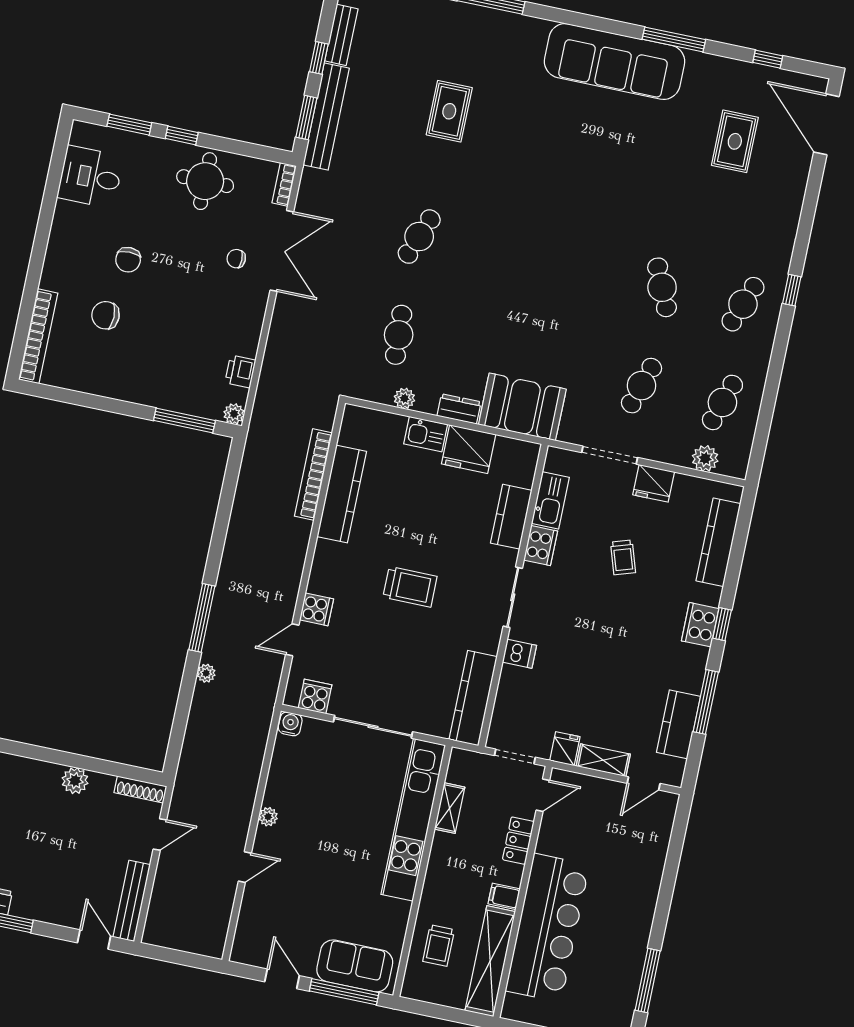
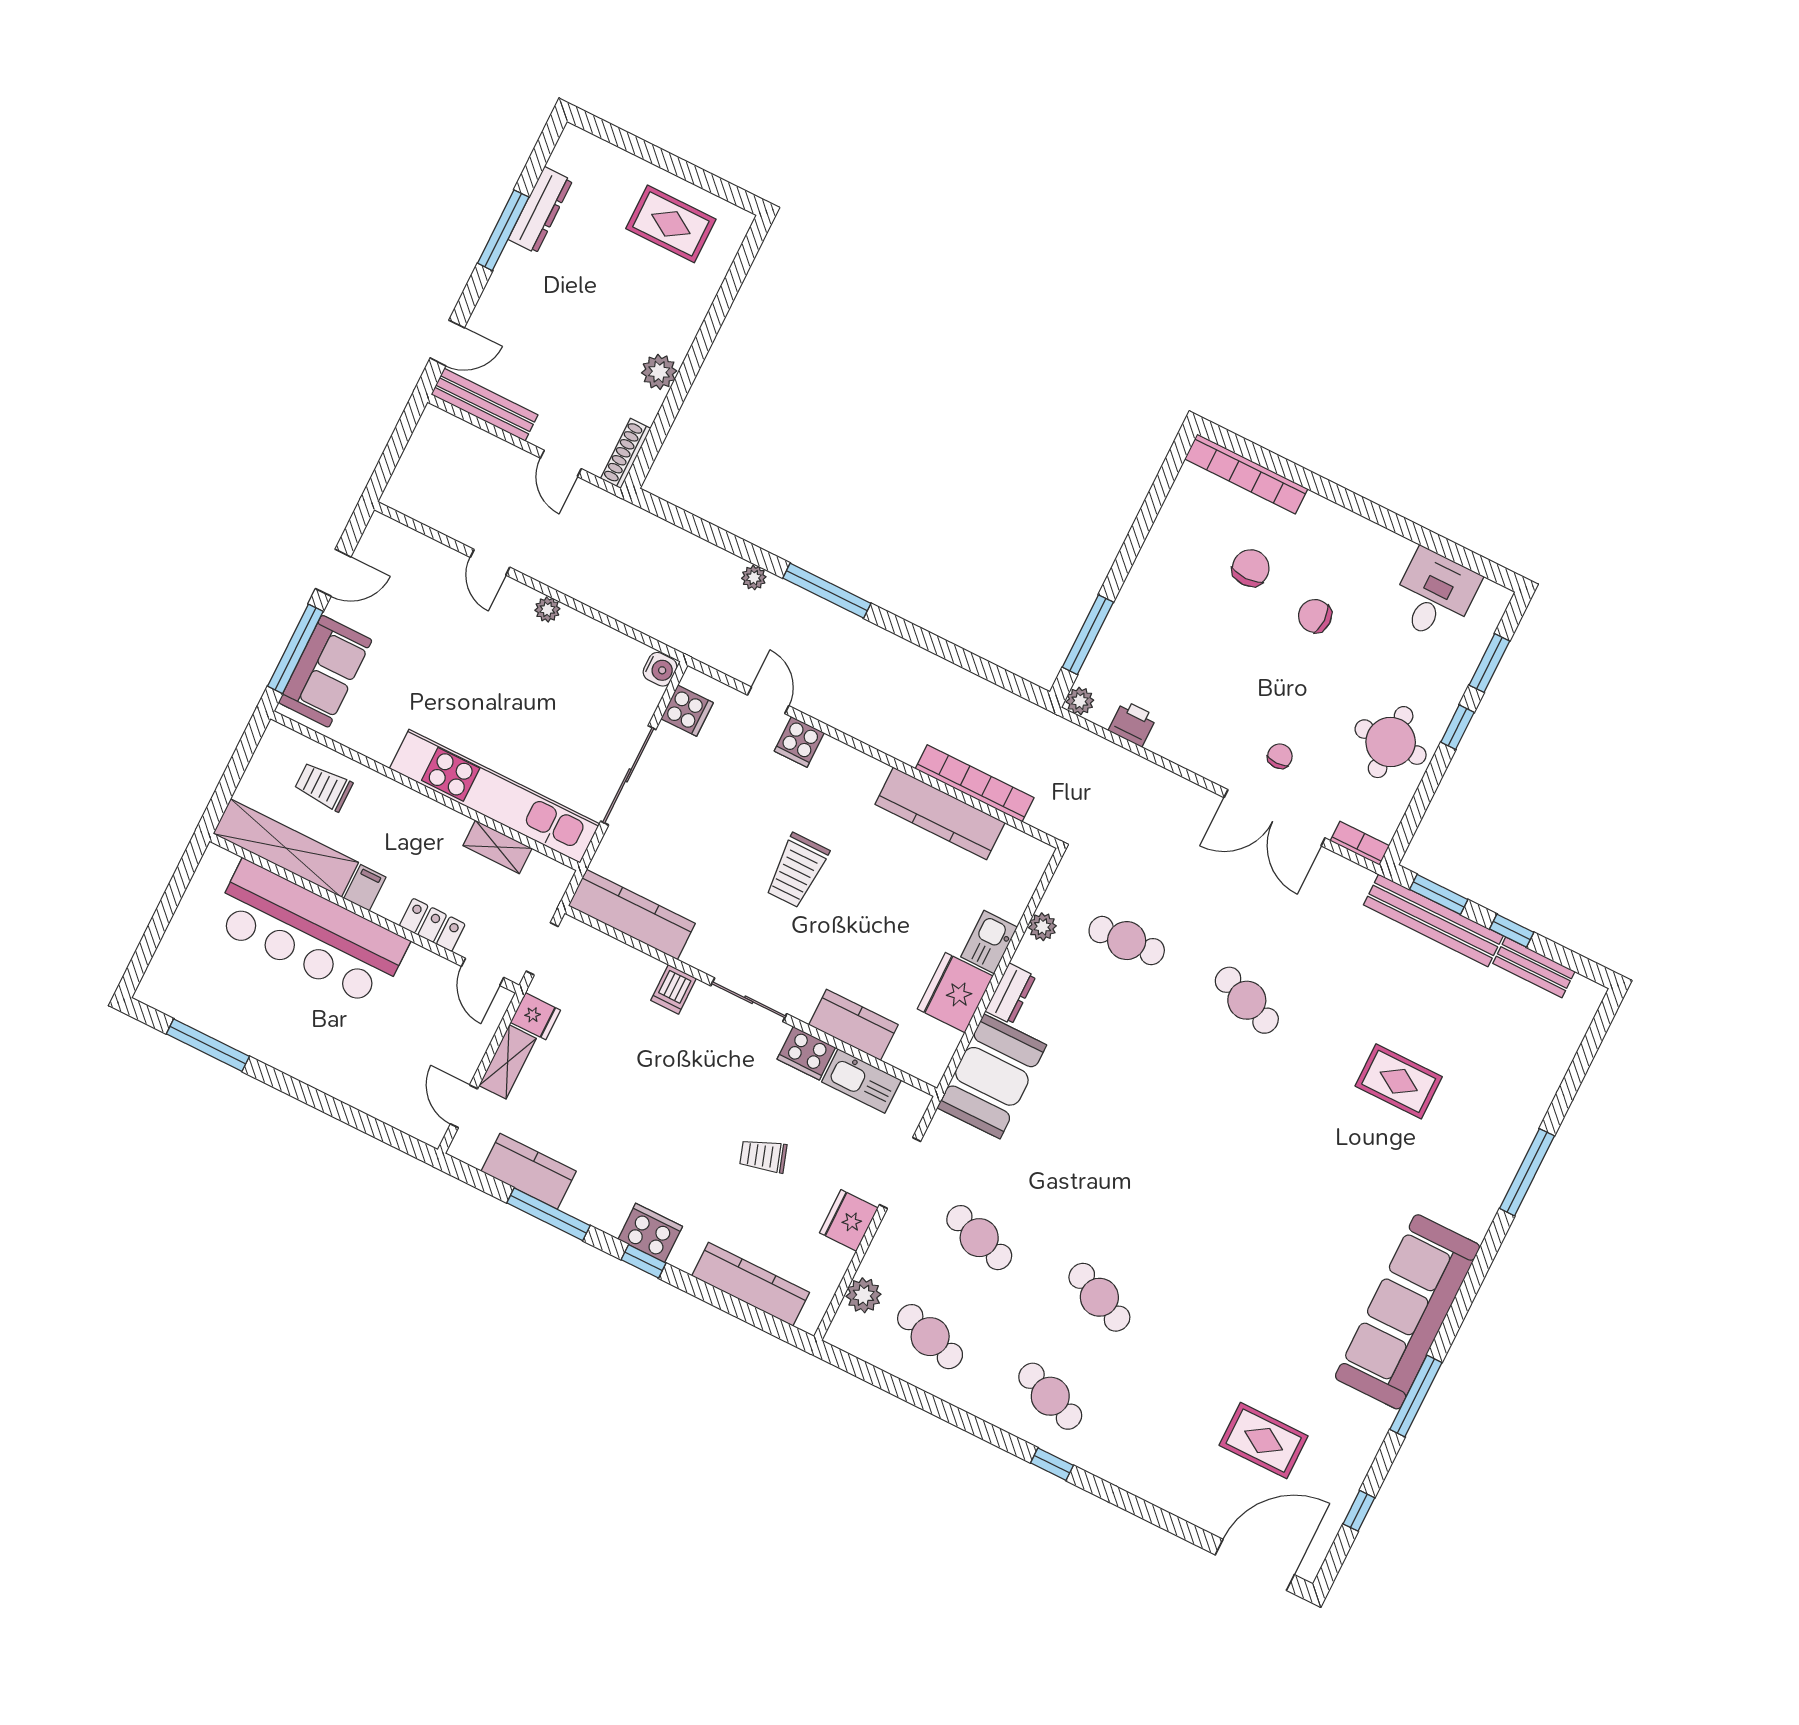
cafe table: (662, 287) -> (1099, 1297), turned 48

